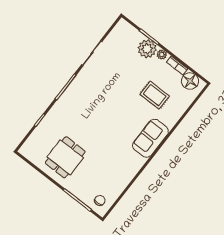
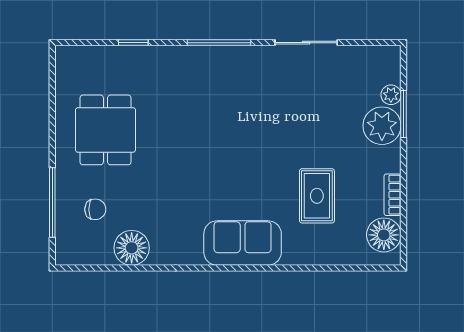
plant: (162, 55) -> (391, 95), moved
dining table: (65, 157) -> (105, 130), turned 90
floor lamp: (119, 183) -> (132, 248), added
chair: (100, 200) -> (95, 209), moved

